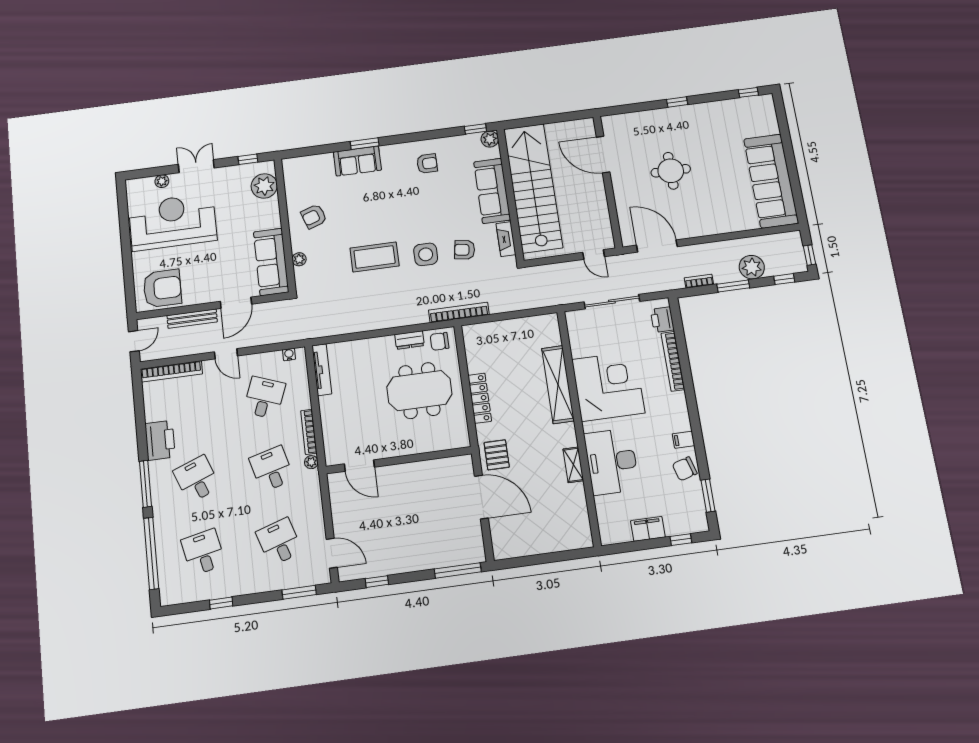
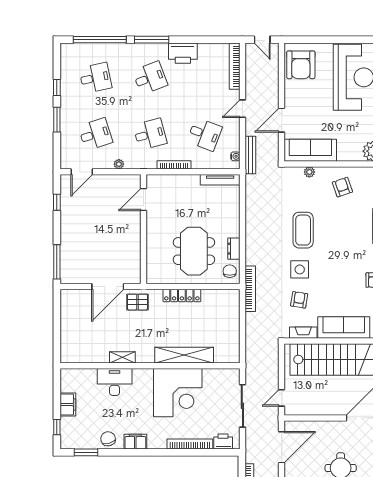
door: (236, 303) -> (282, 120), hinge flipped
bench: (192, 319) -> (250, 155), moved
filing cabinet: (684, 440) -> (135, 442), width x2.00
plant: (311, 462) -> (119, 164), moved
desk: (612, 462) -> (115, 382), width x0.73, depth x0.77
window: (299, 592) -> (57, 120), moved

